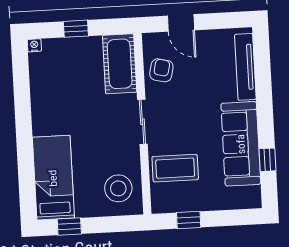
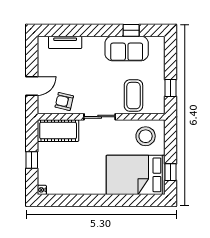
tv unit: (245, 67) -> (65, 42), width x0.71
sofa: (241, 144) -> (127, 48), width x0.73
bed: (53, 178) -> (136, 175), width x1.50

